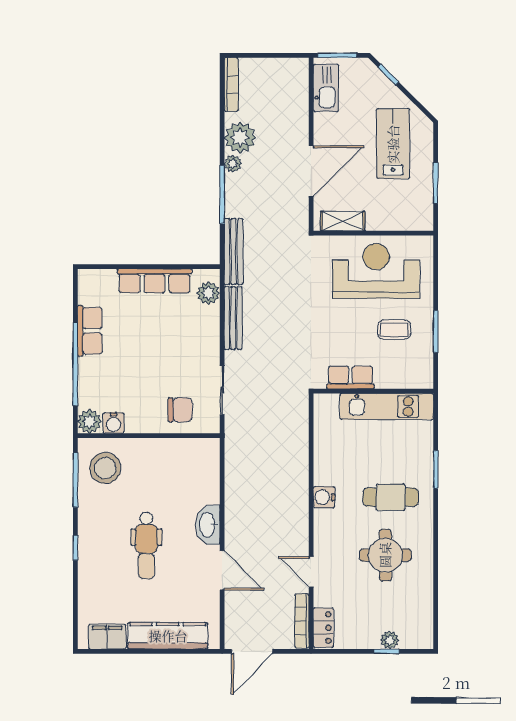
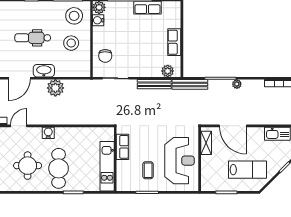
plant: (240, 138) -> (55, 88), moved
row of seats: (155, 281) -> (174, 42), width x0.68
stool: (156, 474) -> (71, 43), added
water cooler: (324, 497) -> (48, 133), moved
cafe table: (391, 497) -> (59, 168), width x1.37, depth x1.35

